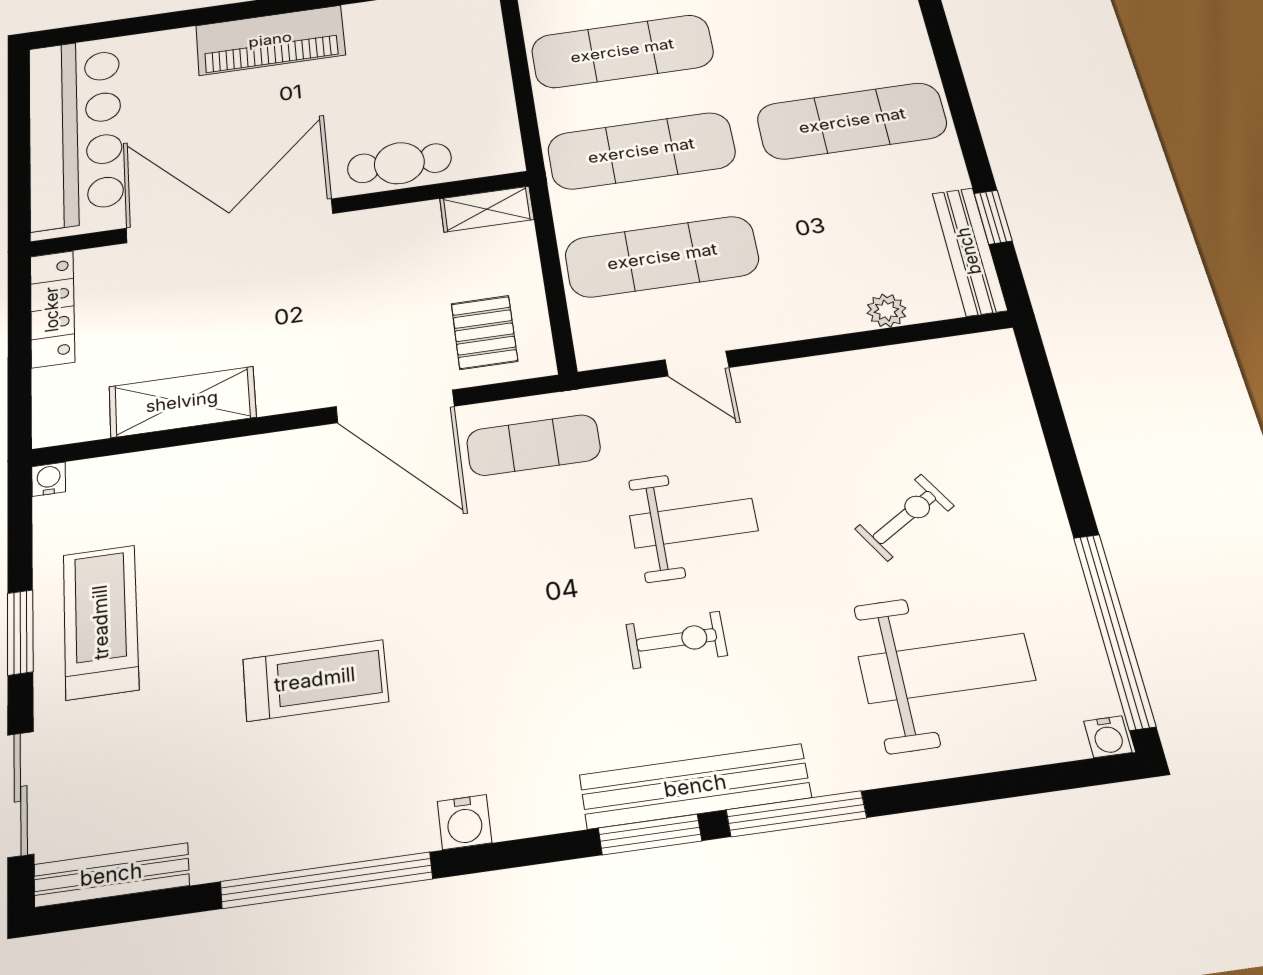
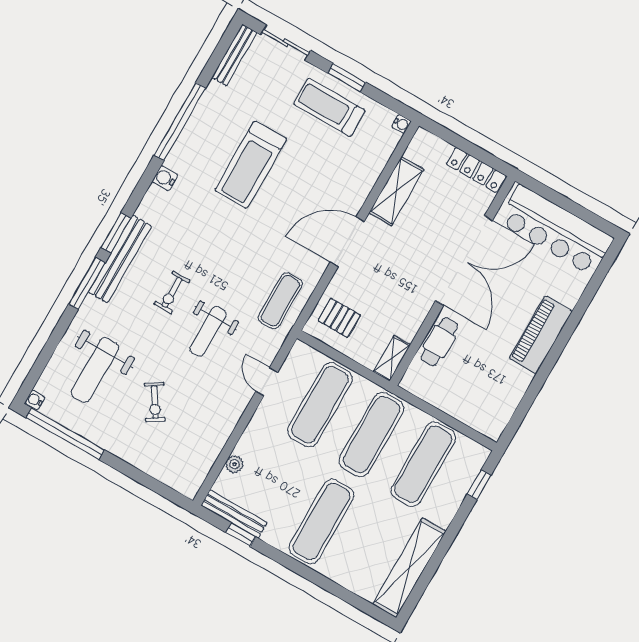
door: (697, 364) -> (267, 382), hinge flipped
door: (395, 406) -> (347, 242), moved
treadmill: (101, 622) -> (329, 107), turned 180
treadmill: (315, 680) -> (251, 165), width x1.37, depth x1.38

